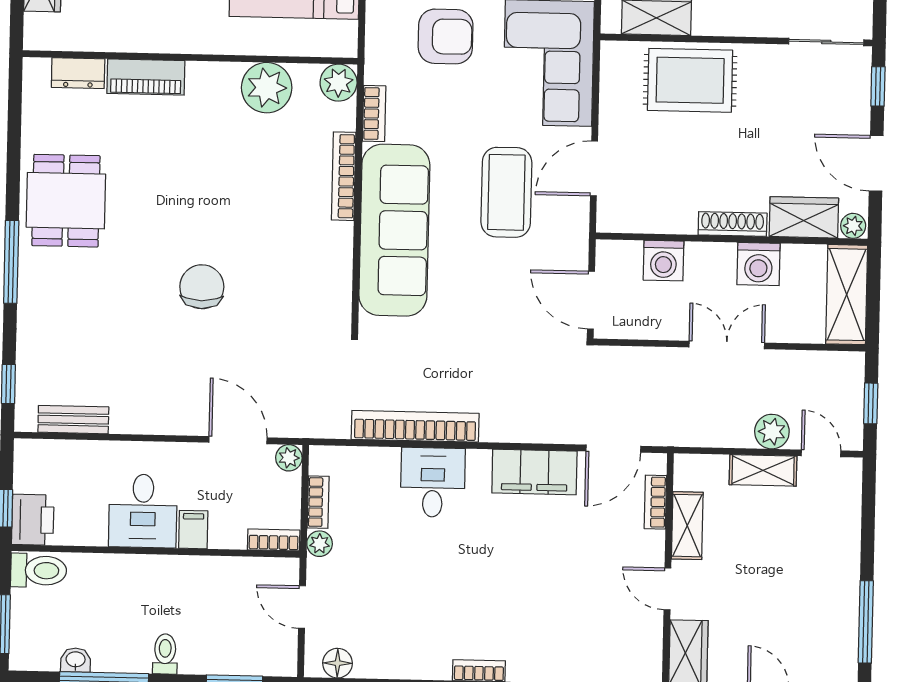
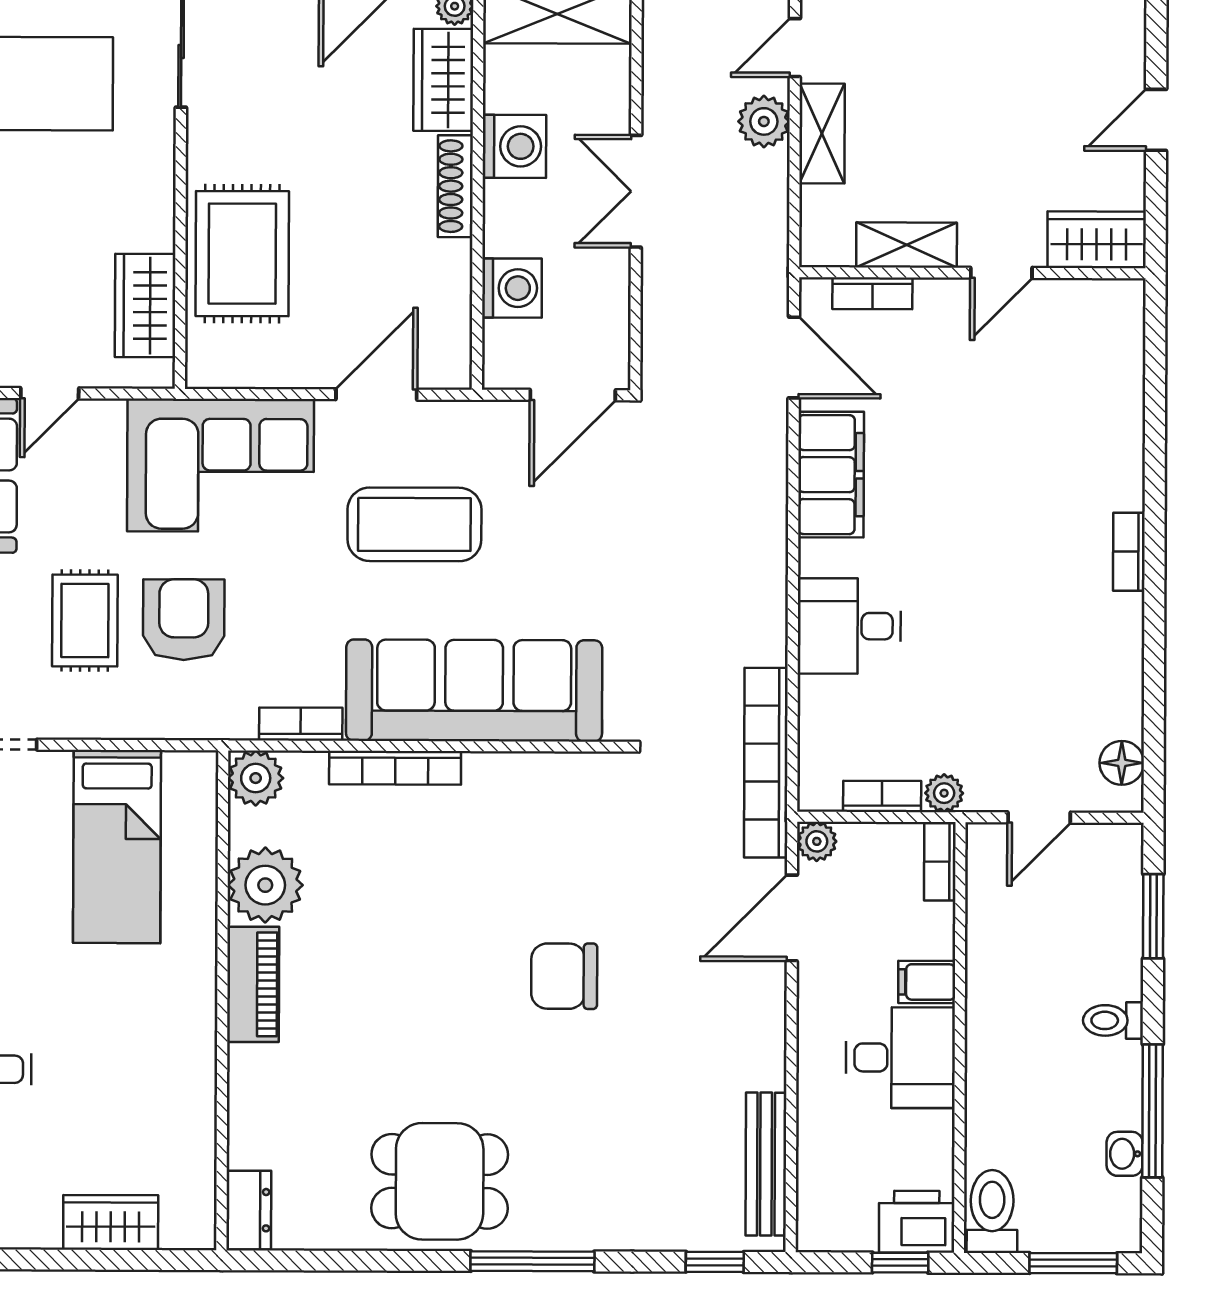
dresser: (78, 73) -> (249, 1210), moved
piano: (146, 77) -> (253, 984), moved
door: (594, 168) -> (376, 394), swing flipped
bench: (73, 420) -> (766, 1164), width x1.36
bookcase: (415, 426) -> (766, 763), moved

